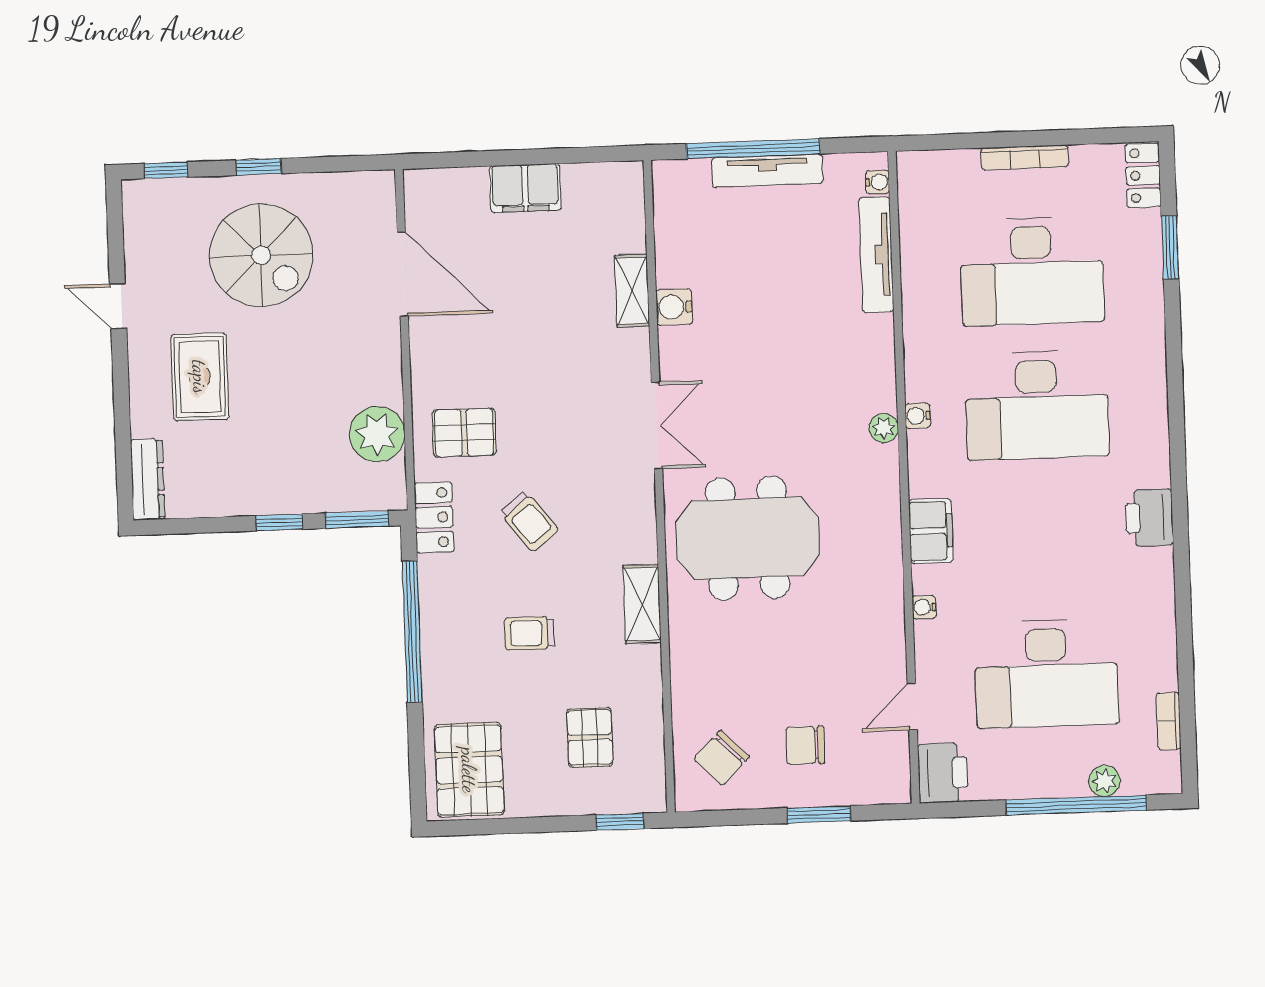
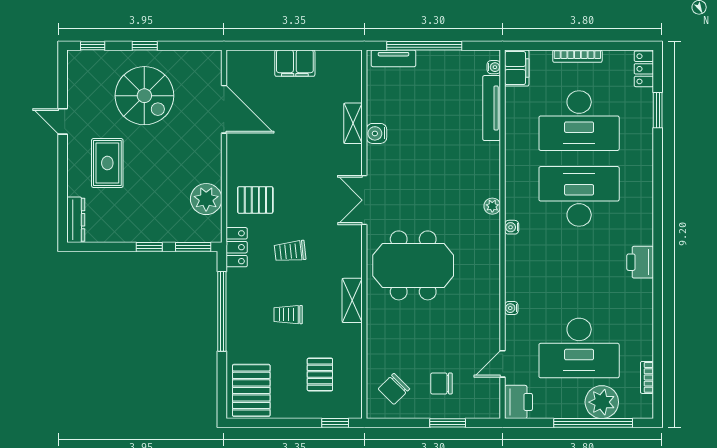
tv unit: (767, 171) -> (393, 58), moved, width x0.71
desk: (1037, 405) -> (579, 196), turned 180
water cooler: (918, 416) -> (512, 227), moved
double door: (657, 426) -> (364, 200), swing flipped
trolley: (529, 521) -> (290, 251), turned 123
filing cabinet: (931, 531) -> (517, 68), moved
plant: (1104, 781) -> (602, 402), width x1.88, depth x1.88

